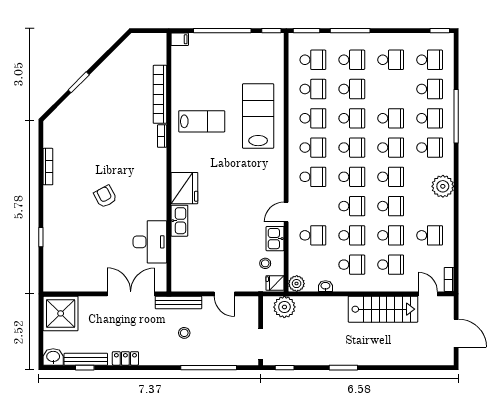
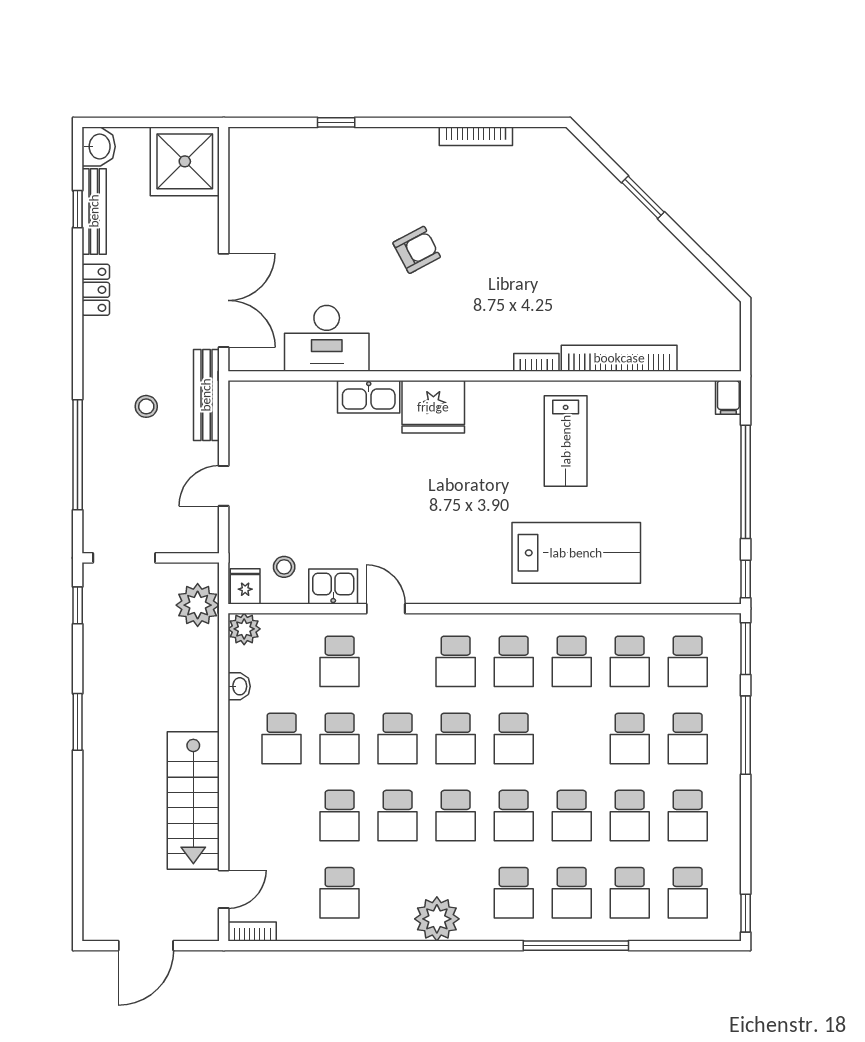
school desk: (352, 118) -> (630, 816), moved
school desk: (391, 265) -> (282, 816), removed

